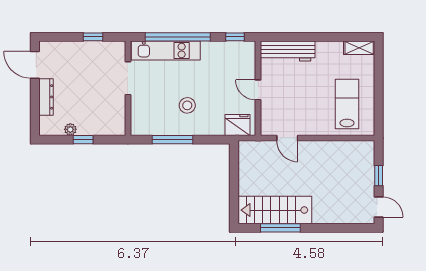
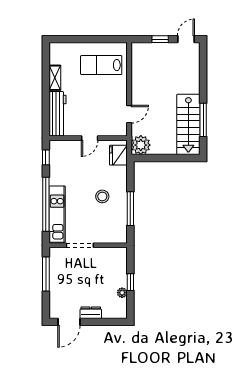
window: (93, 37) -> (46, 274), width x2.17
shelving: (359, 48) -> (55, 78), moved
dresser: (46, 97) -> (91, 313), width x0.70
plant: (250, 152) -> (141, 145), added

